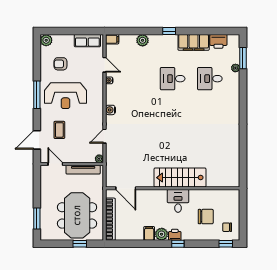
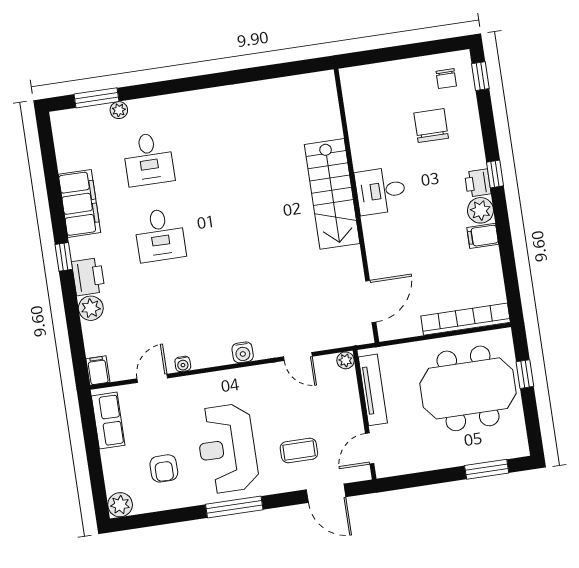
printer: (218, 41) -> (88, 277), moved
reception desk: (65, 96) -> (227, 448), turned 180
stairs: (180, 178) -> (332, 194), moved
door: (126, 188) -> (371, 301), moved
wall: (173, 188) -> (356, 206), moved
desk: (178, 201) -> (381, 191), moved

